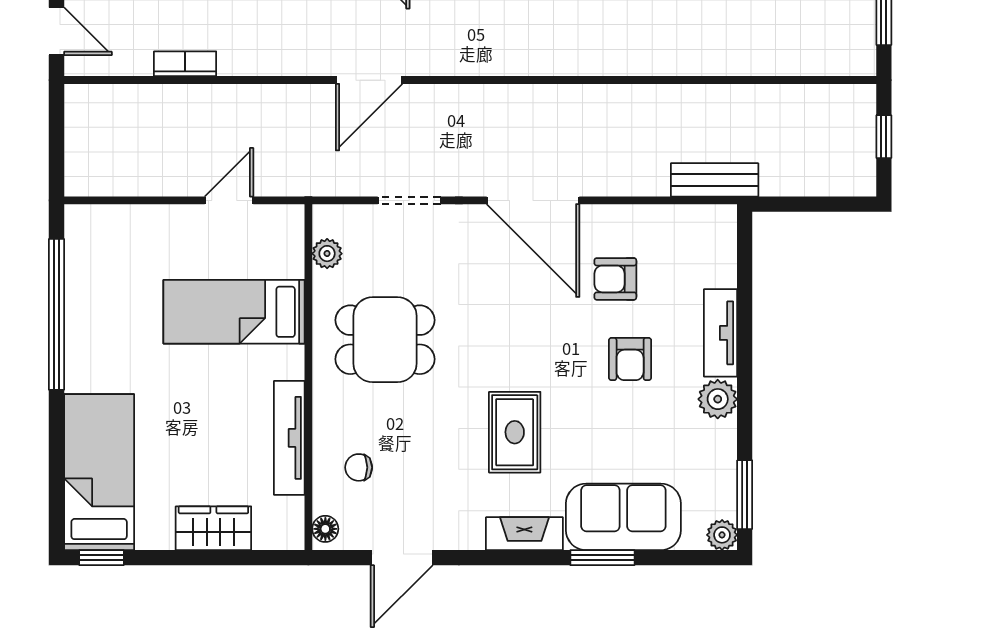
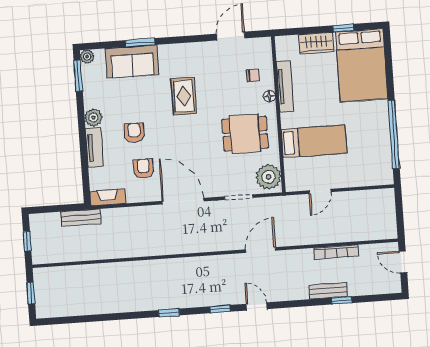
bookcase: (185, 64) -> (336, 252), width x1.56
bench: (715, 180) -> (81, 218), moved
plant: (327, 254) -> (269, 177), width x1.87, depth x1.87
armchair: (615, 279) -> (143, 168), turned -90
bed: (99, 472) -> (362, 65), width x1.50
floor lamp: (325, 529) -> (269, 96), moved
fireplace: (524, 534) -> (108, 197), moved, turned 180
window: (102, 558) -> (343, 28), moved

